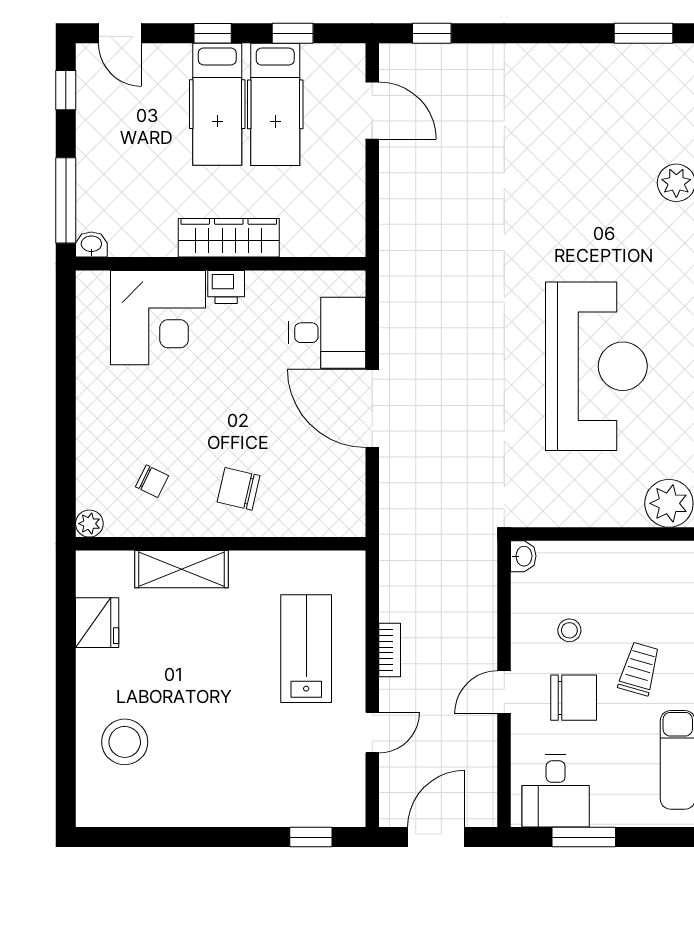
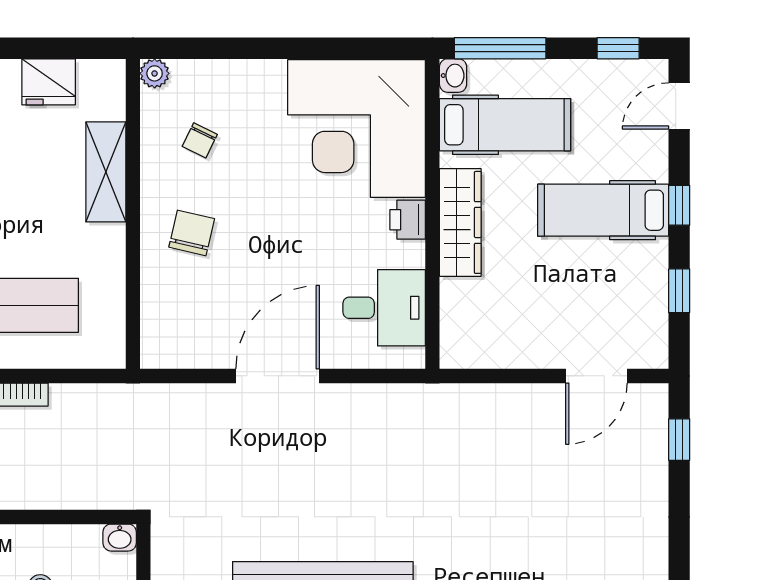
hospital bed: (275, 104) -> (505, 125), moved, turned 180
corner desk: (158, 318) -> (357, 129), width x1.36, depth x1.36
desk: (327, 333) -> (384, 308), moved, turned -90

